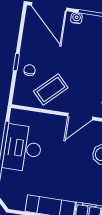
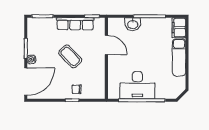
coffee table: (51, 89) -> (70, 56), moved

